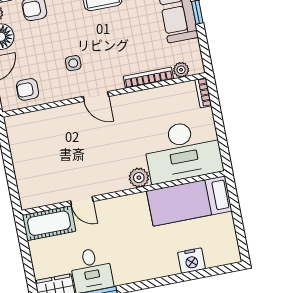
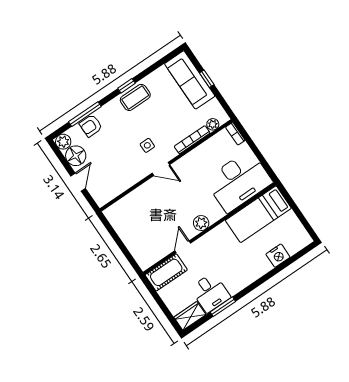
side table: (73, 63) -> (147, 145), moved
armchair: (27, 89) -> (111, 185), removed
plant: (139, 178) -> (201, 223), moved
door: (82, 201) -> (183, 247), swing flipped

